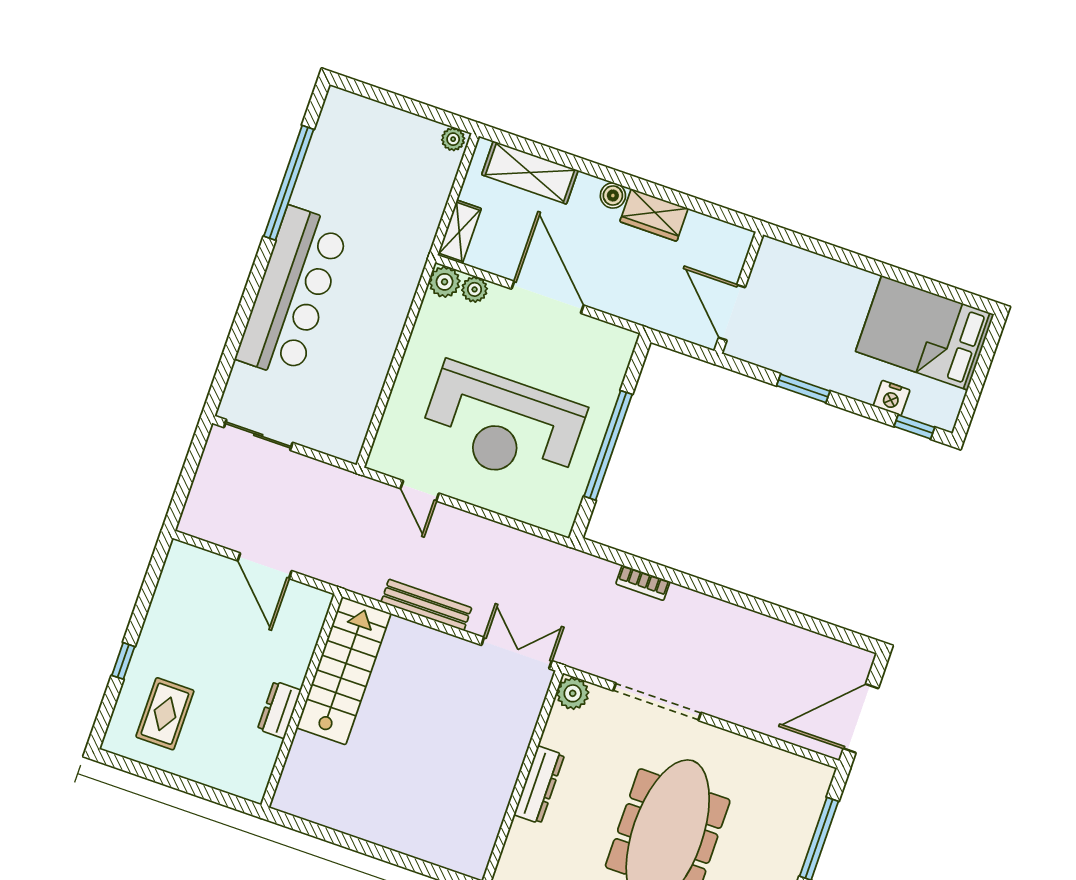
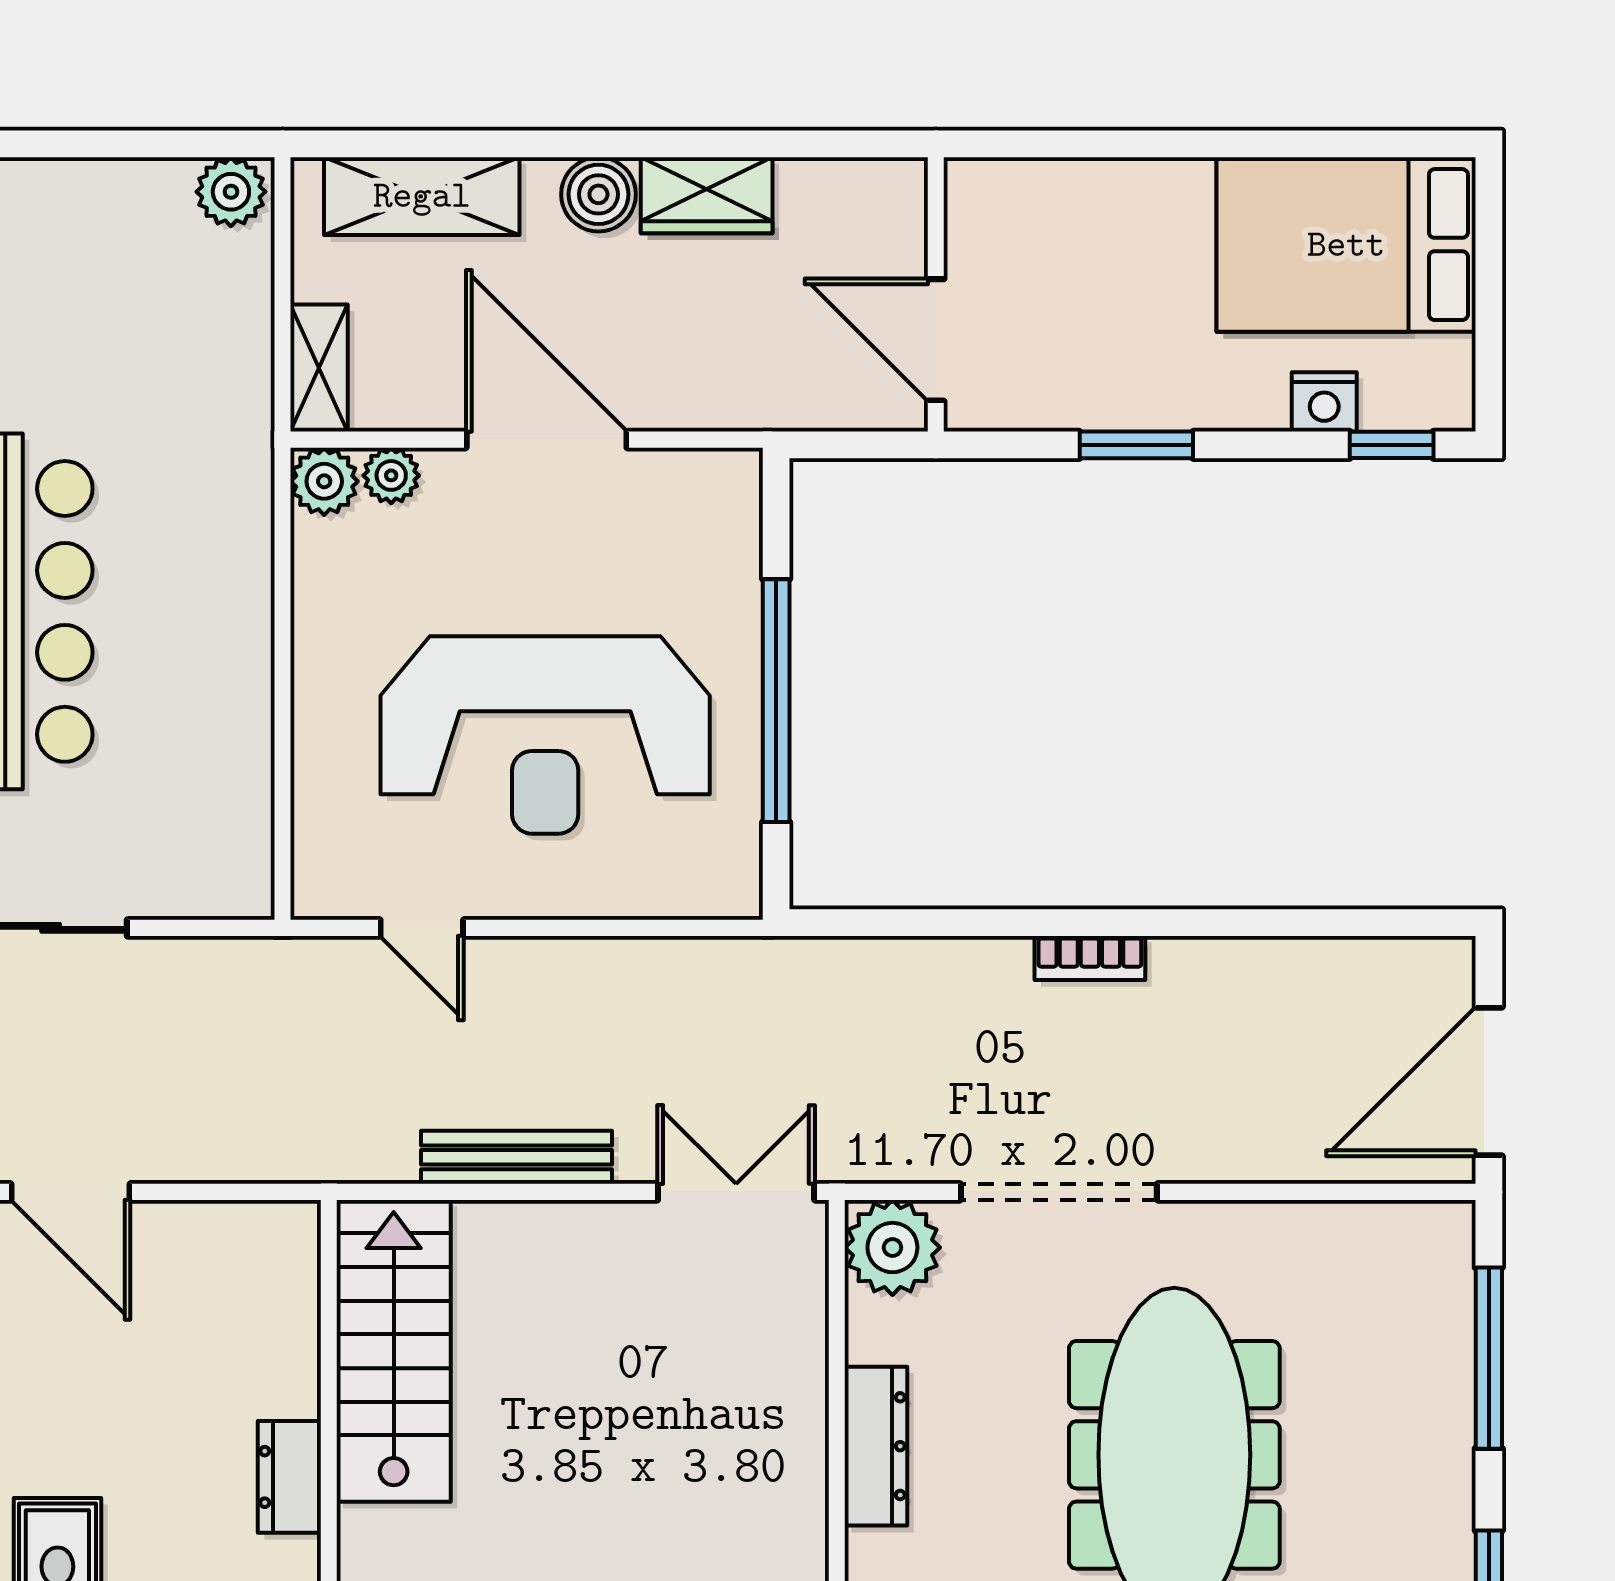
plant: (453, 139) -> (231, 192), width x1.38, depth x1.38
boiler: (613, 196) -> (598, 194), width x1.36, depth x1.36
door: (265, 566) -> (71, 1192), moved
bookcase: (643, 583) -> (1090, 958), moved
plant: (573, 693) -> (892, 1248), width x1.36, depth x1.36

